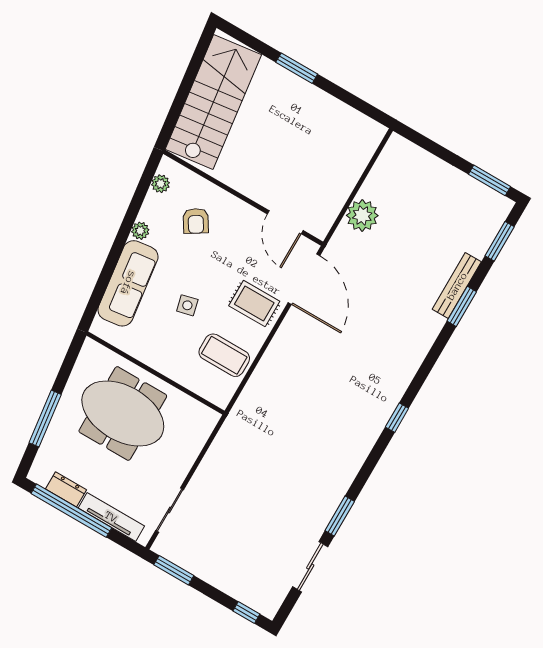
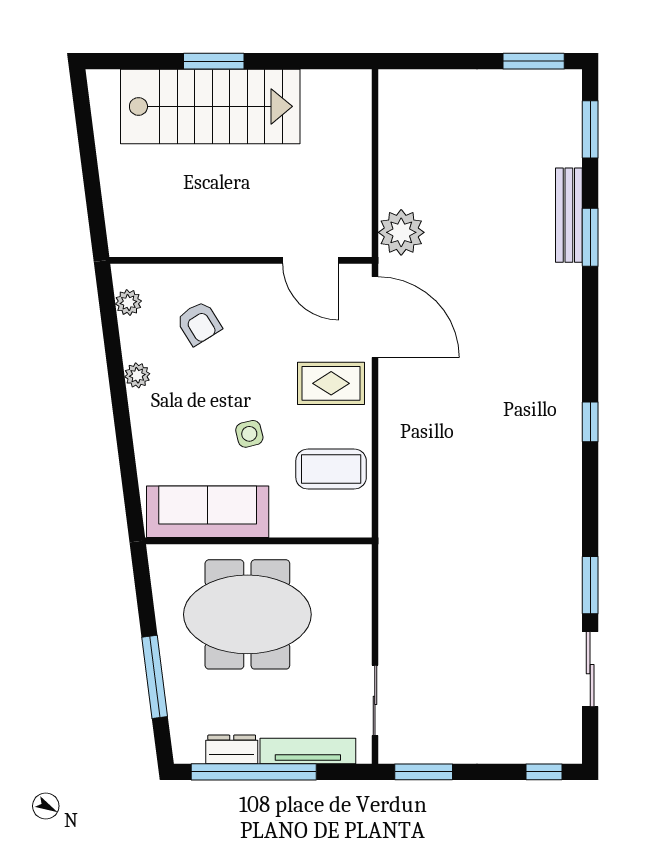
stairs: (213, 102) -> (210, 106), moved, turned 97
plant: (362, 216) -> (401, 232), moved
sofa: (128, 283) -> (208, 512), moved, turned -83

